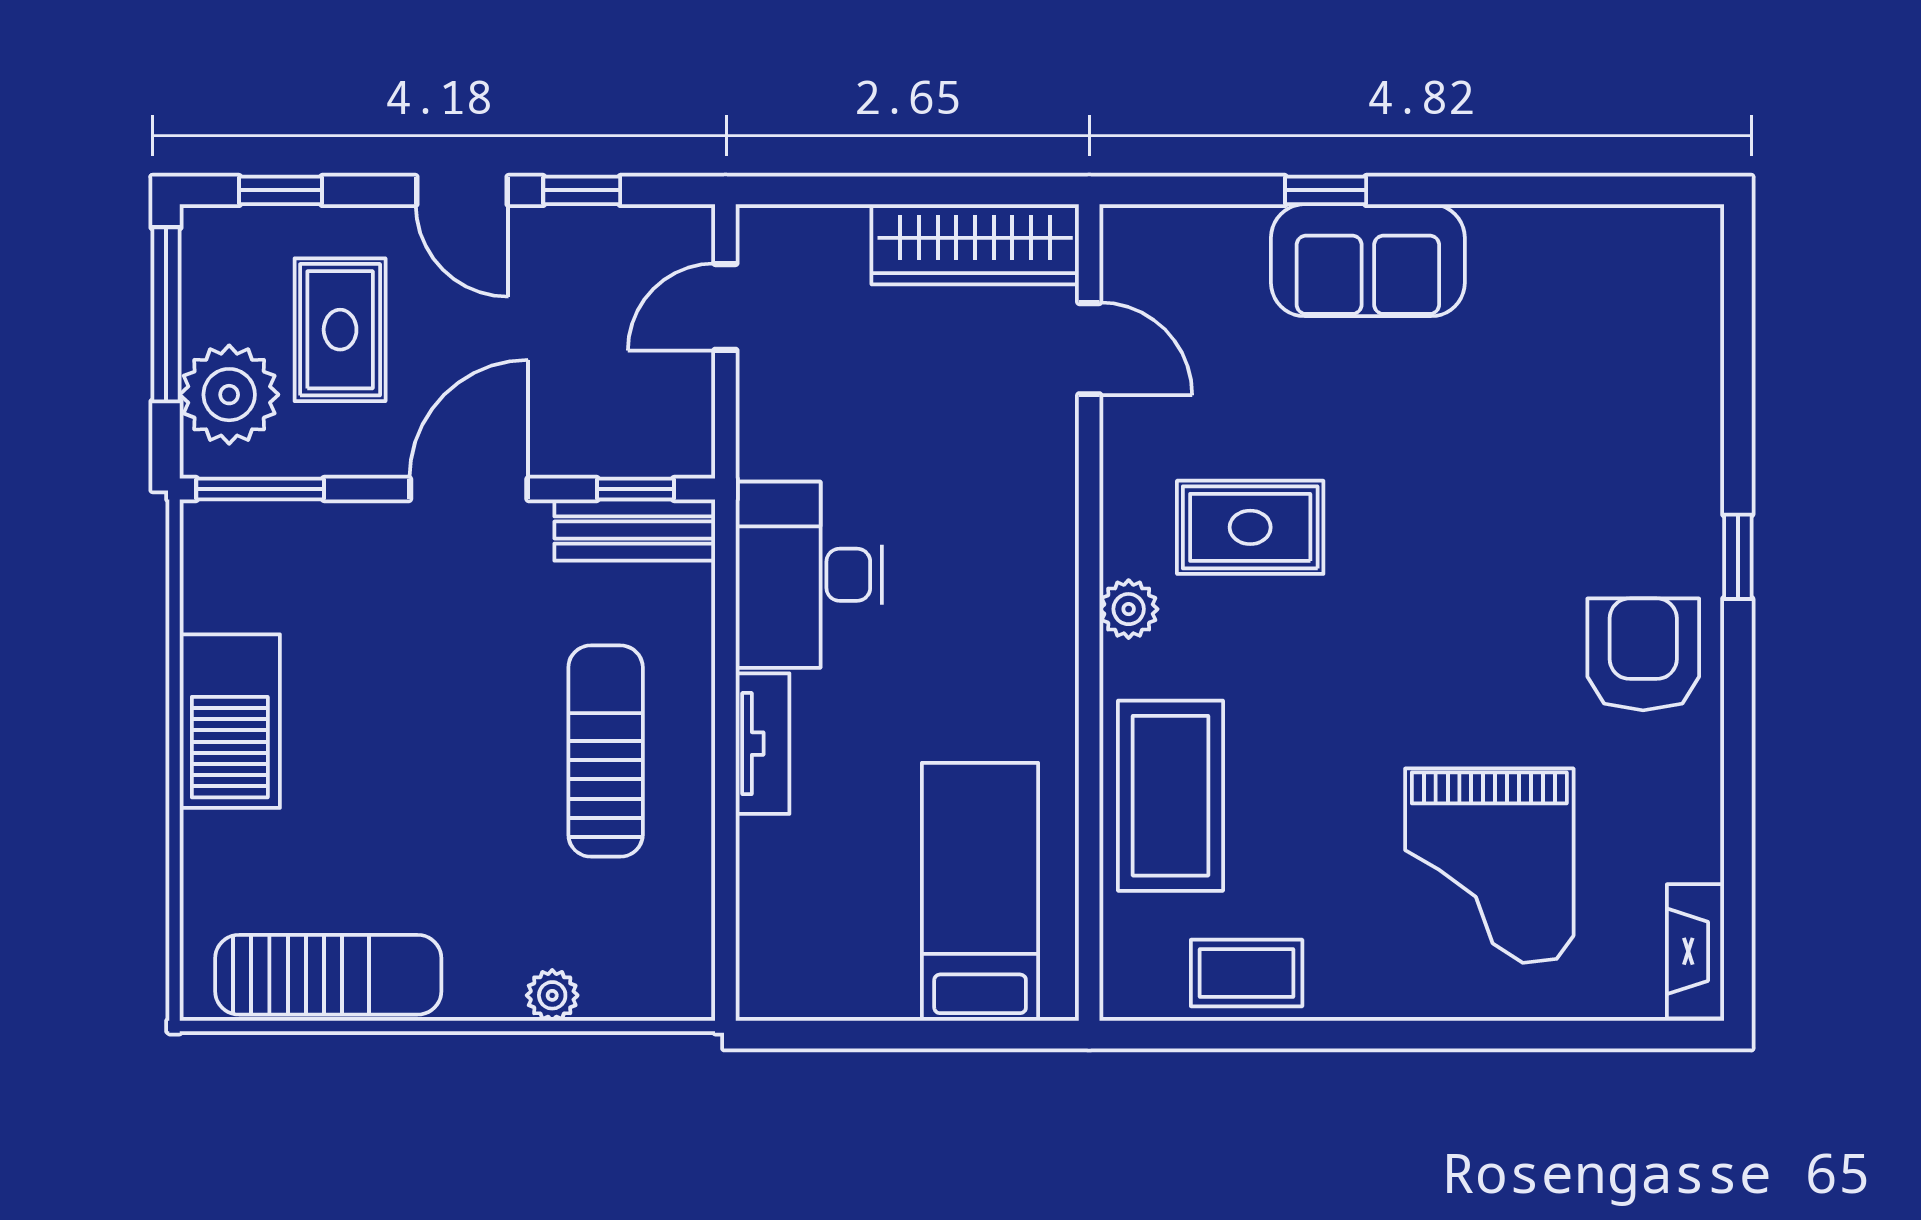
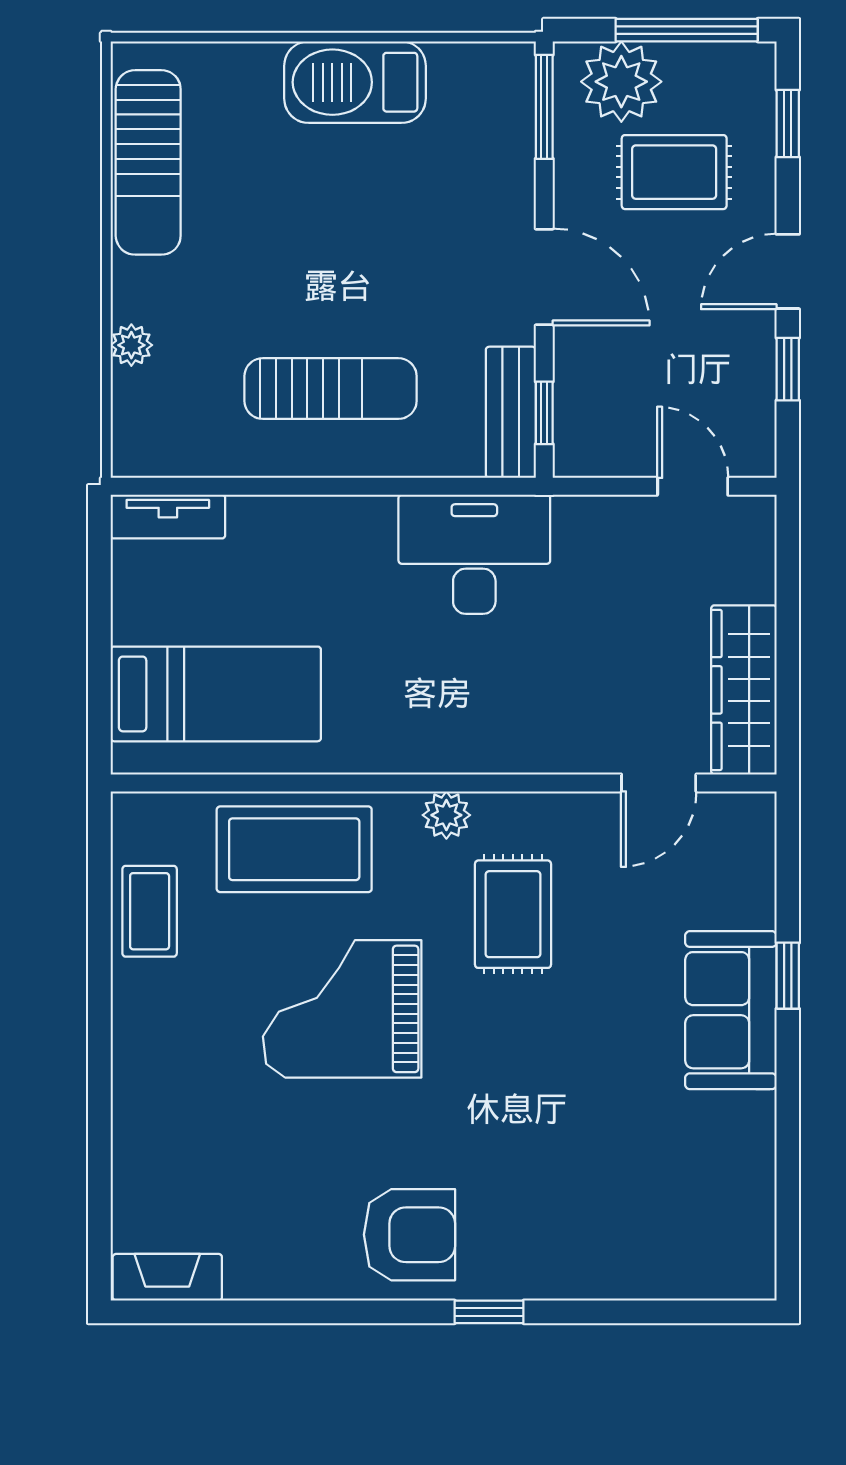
tv unit: (763, 744) -> (168, 517), moved
grand piano: (1489, 866) -> (342, 1009), moved

